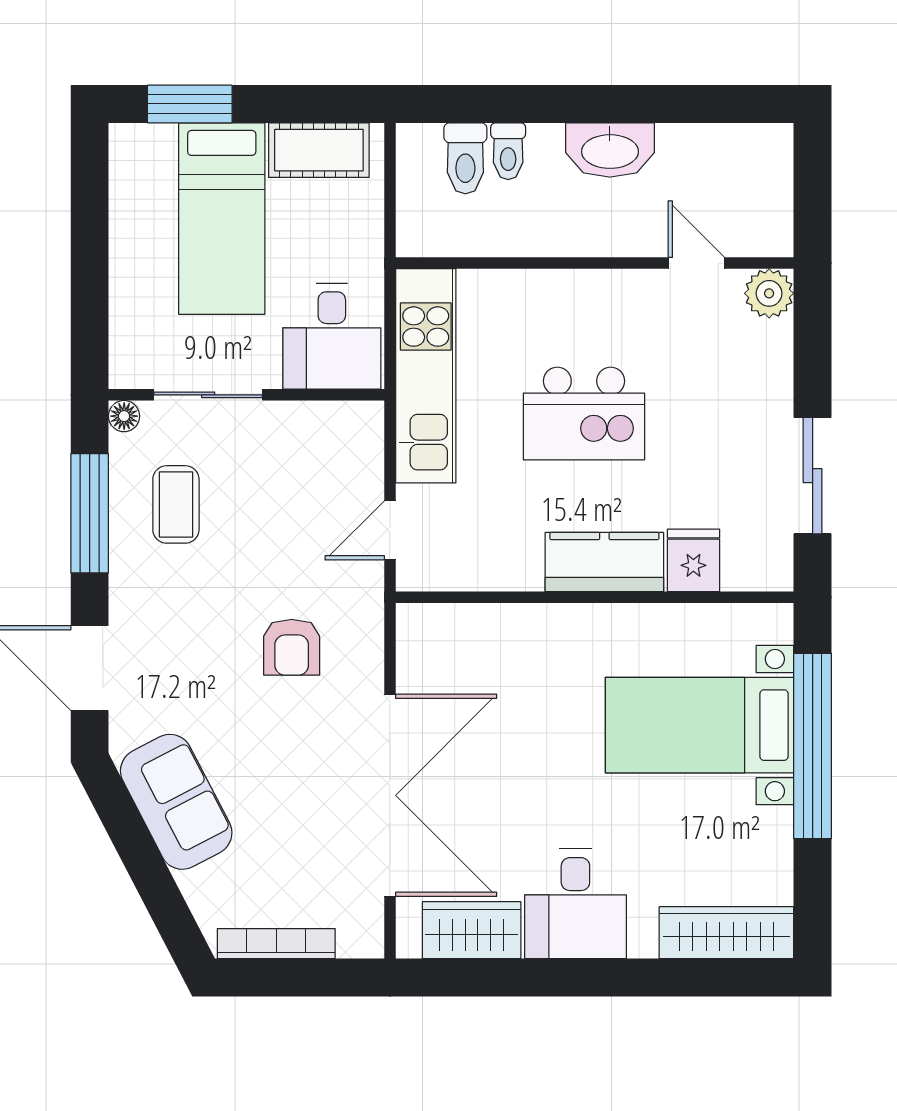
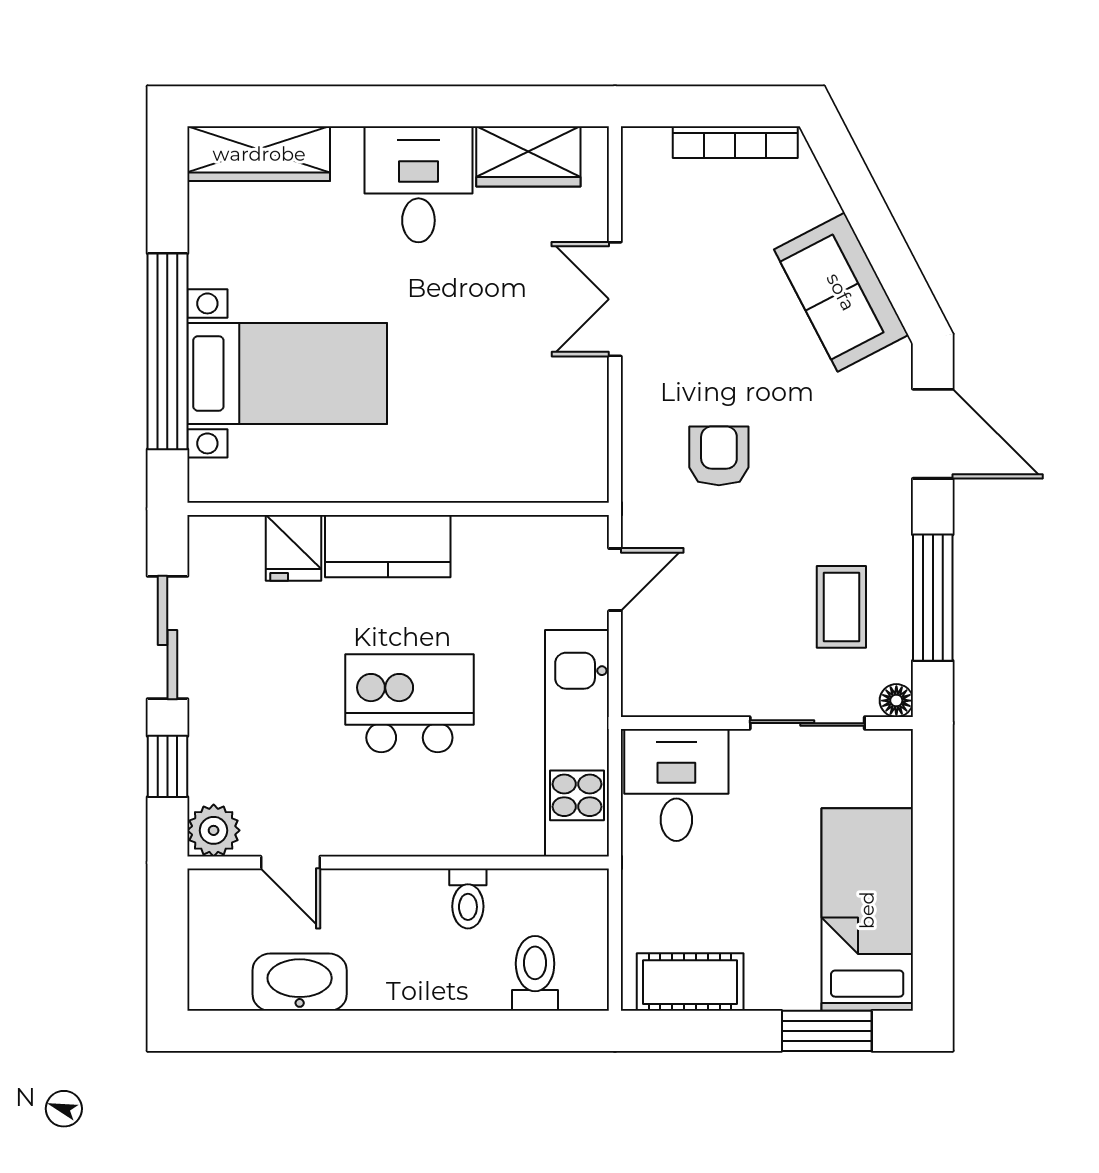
washbasin: (610, 150) -> (300, 982), moved
toilet: (508, 151) -> (468, 899), moved, turned 180
bed: (222, 219) -> (867, 910), moved
window: (813, 354) -> (167, 766), added
double door: (390, 795) -> (615, 299), width x0.54

